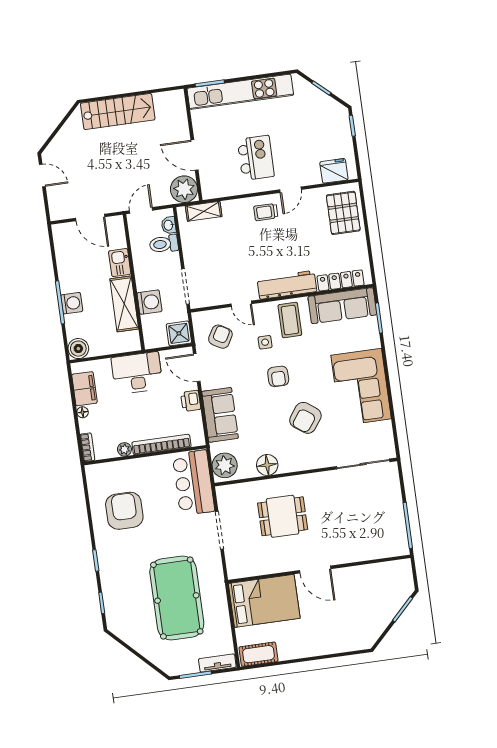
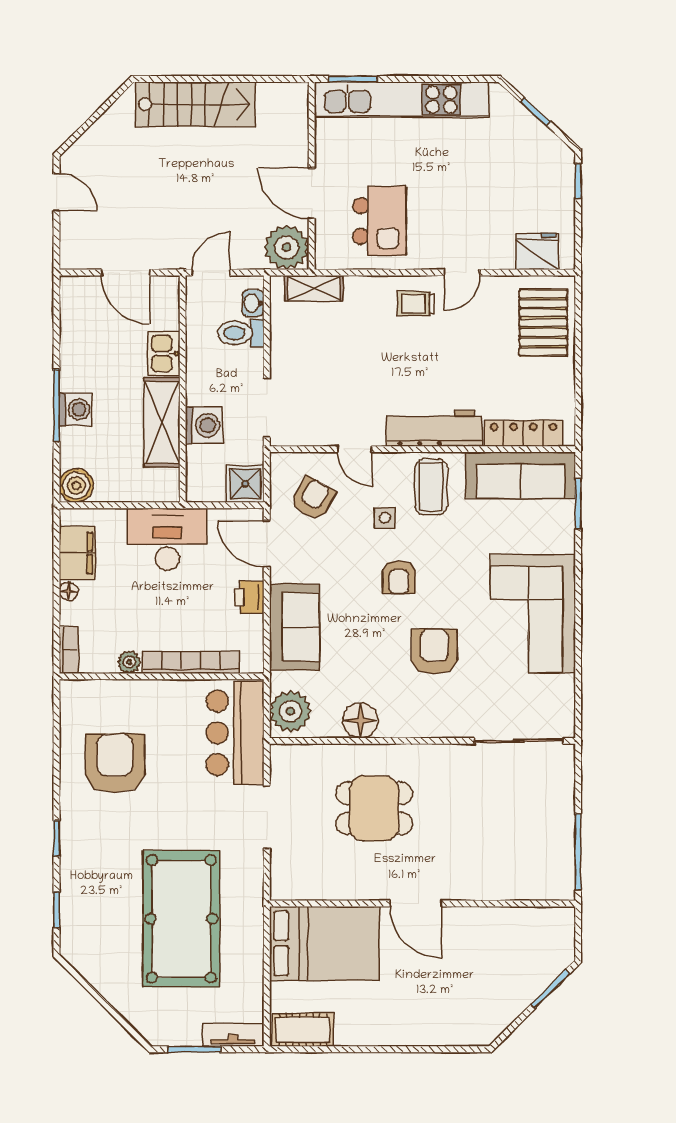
kitchen island: (256, 158) -> (379, 221), moved
armchair: (305, 418) -> (434, 651), turned 144

